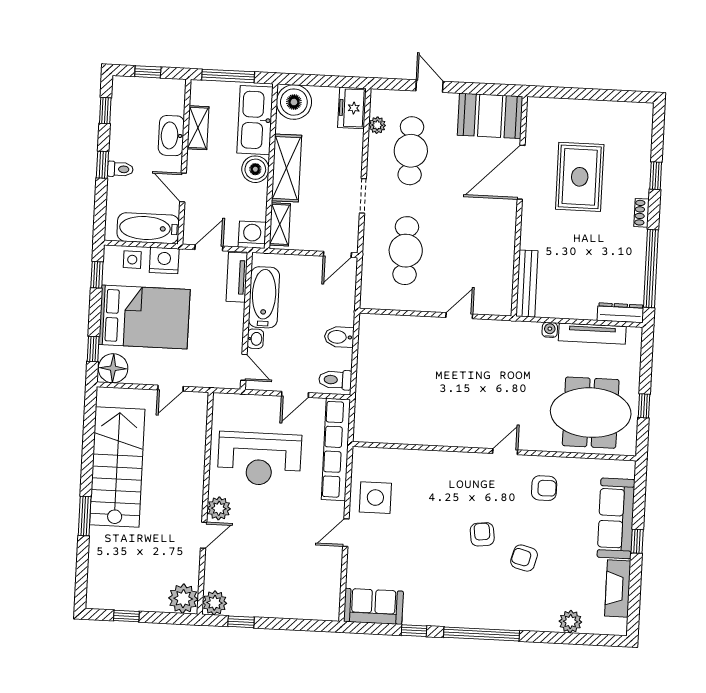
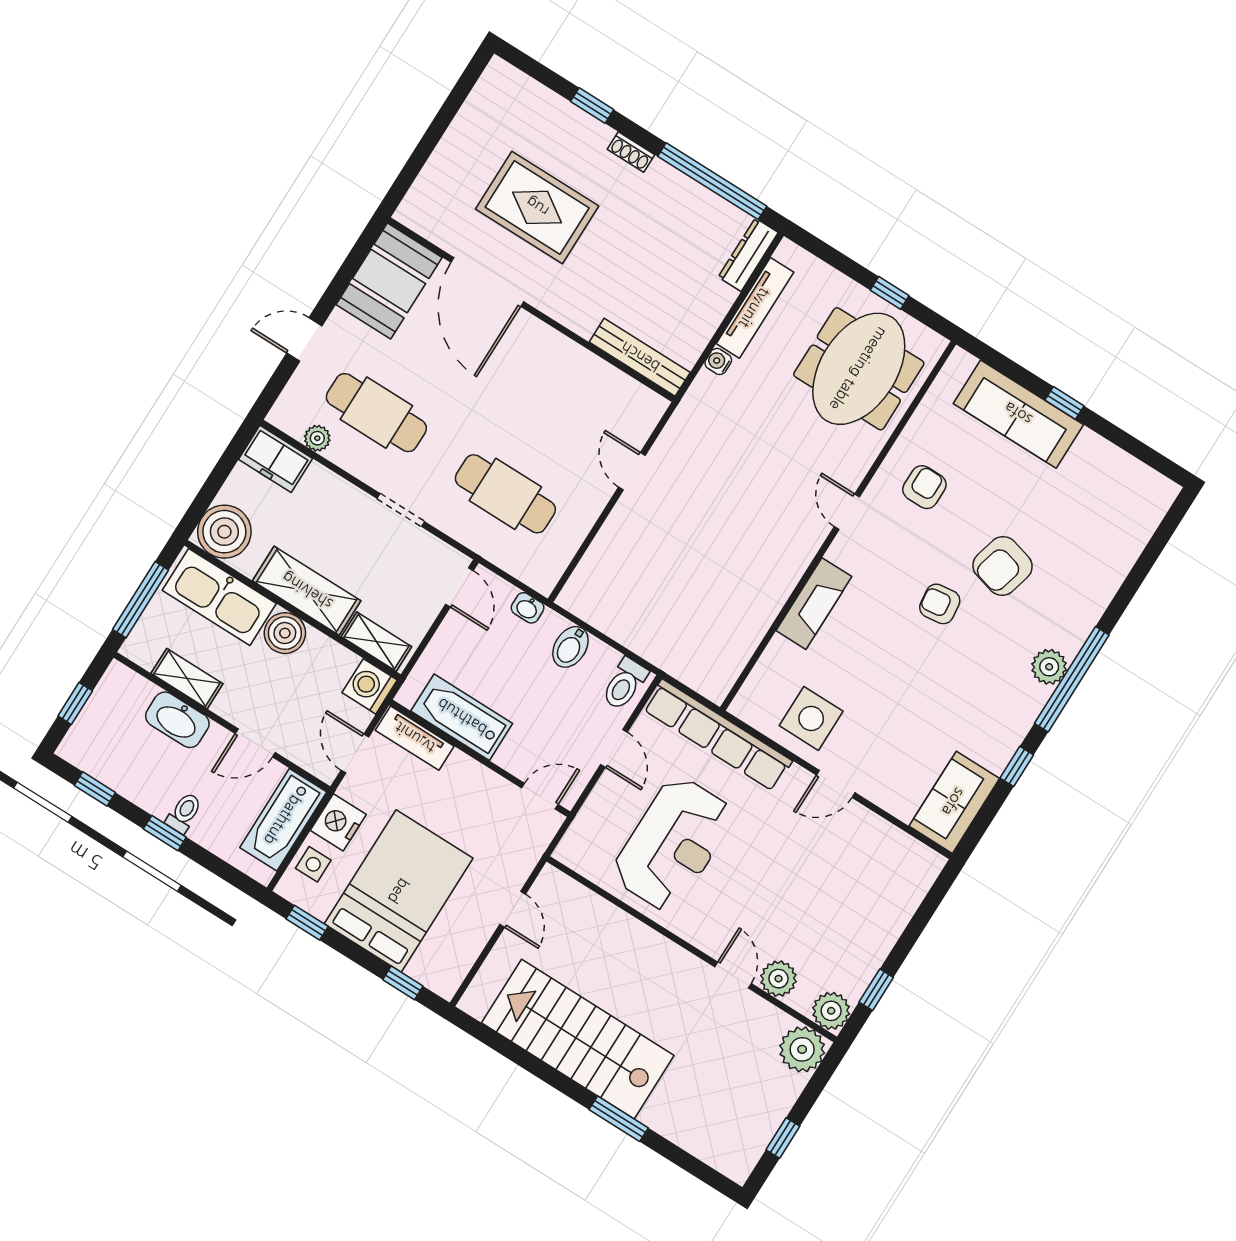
washbasin: (255, 339) -> (528, 608), moved, turned 180
floor lamp: (113, 368) -> (443, 971), removed
plant: (219, 508) -> (779, 979), moved
door: (346, 533) -> (836, 784), hinge flipped
armchair: (524, 558) -> (1003, 566), width x1.38, depth x1.38
fireplace: (618, 588) -> (814, 604), moved, turned -90
plant: (570, 622) -> (1049, 667), moved

